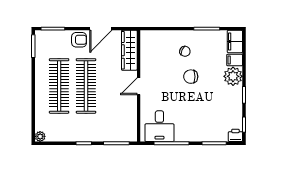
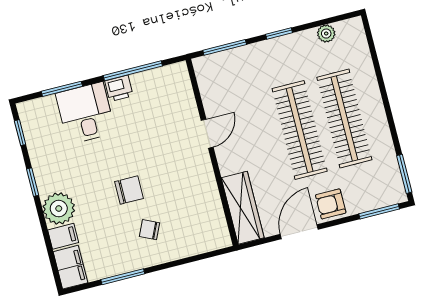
door: (139, 86) -> (207, 134), moved
desk: (159, 126) -> (86, 113), moved
printer: (235, 135) -> (119, 88), moved
plant: (40, 136) -> (326, 34), moved

